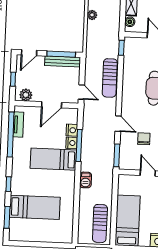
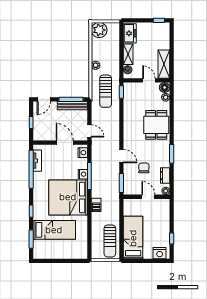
sun lounger: (110, 78) -> (106, 91), moved
plant: (26, 95) -> (43, 135), removed
door: (52, 105) -> (65, 143), swing flipped
nightstand: (72, 130) -> (83, 153), moved
bed: (53, 159) -> (68, 197), width x2.04

